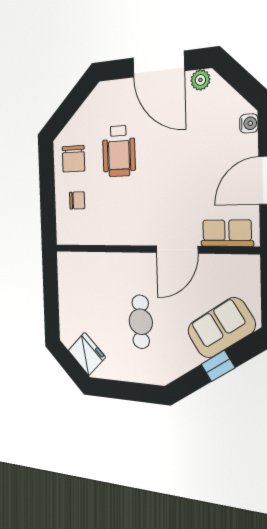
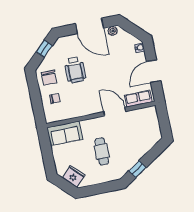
window: (73, 101) -> (44, 49), added
door: (177, 249) -> (115, 112), swing flipped
sofa: (221, 328) -> (65, 133), moved, turned -147
window: (218, 366) -> (137, 169), moved

